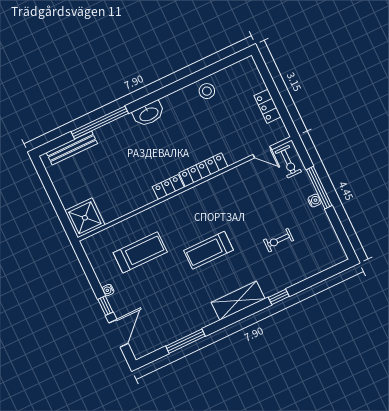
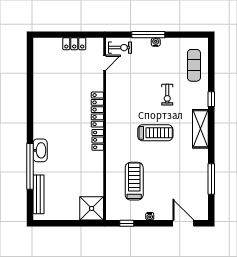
stool: (207, 91) -> (43, 81), removed
washbasin: (149, 114) -> (40, 150), moved
exercise bike: (278, 240) -> (167, 95), moved
treadmill: (208, 250) -> (155, 133), turned -90
exercise mat: (309, 258) -> (194, 65), added
window: (105, 306) -> (127, 223), moved

